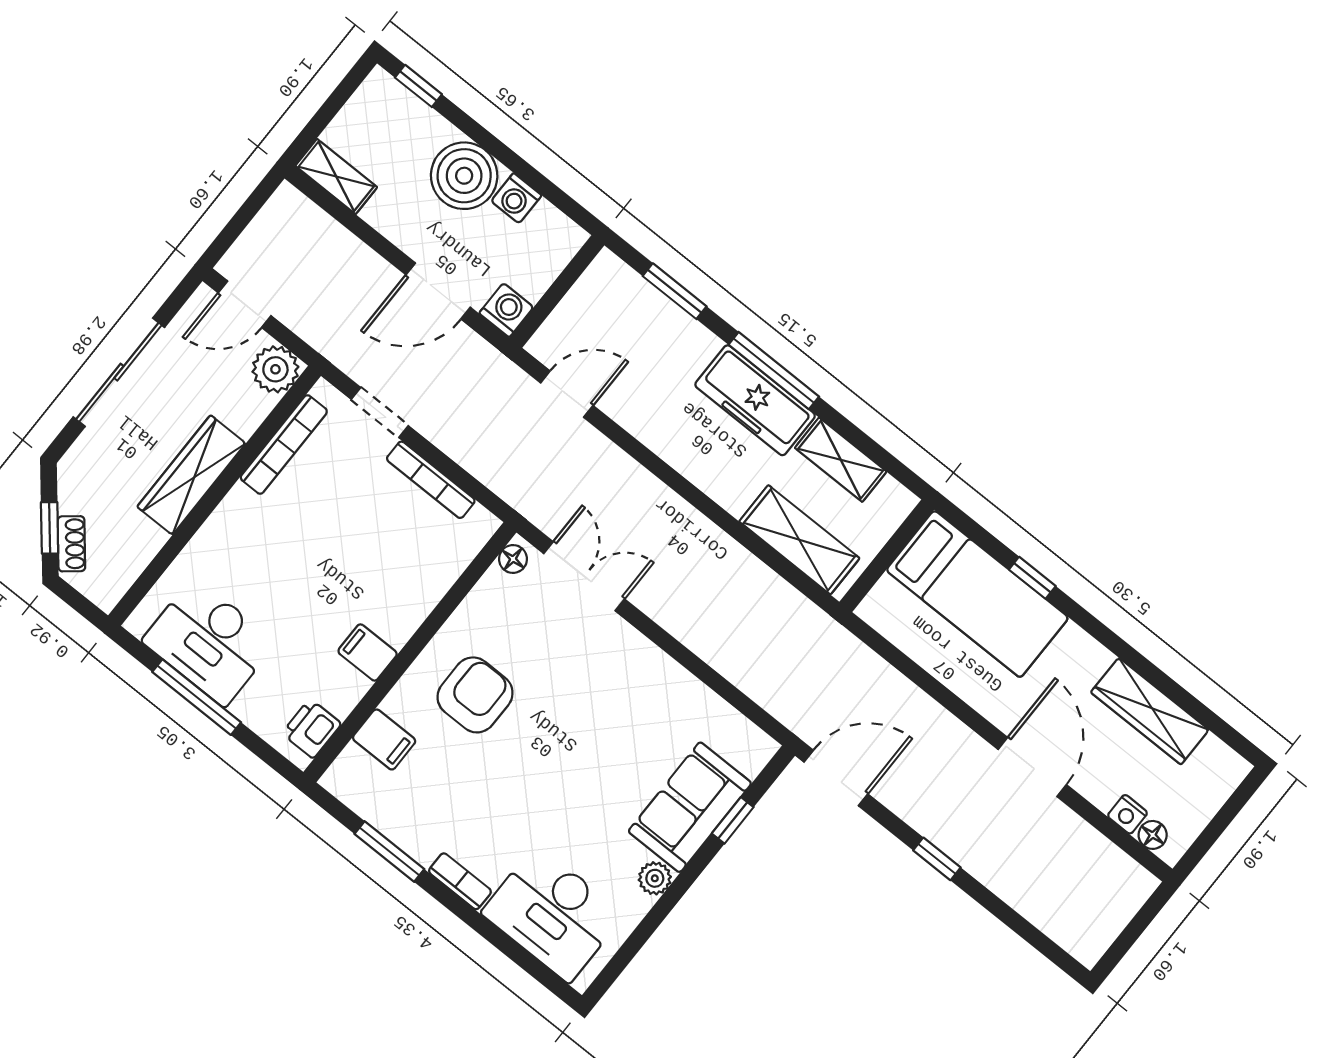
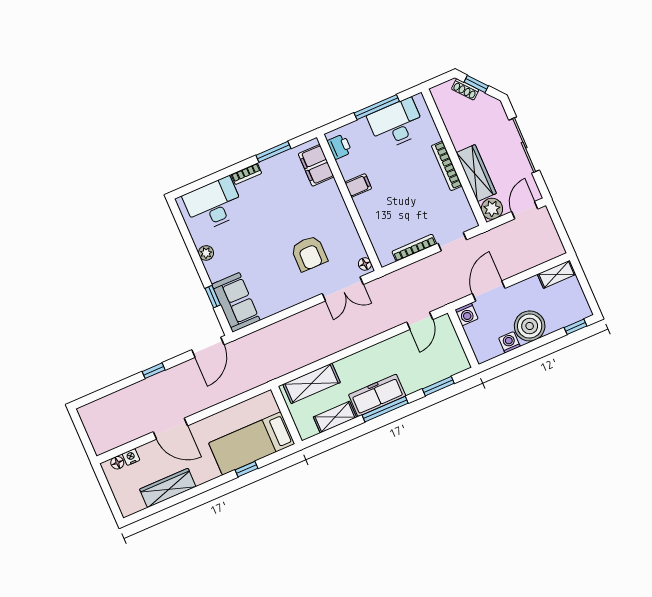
bookcase: (284, 445) -> (447, 166), moved
wardrobe: (191, 475) -> (476, 173), moved
armchair: (475, 695) -> (309, 253), moved
filing cabinet: (384, 739) -> (316, 165), width x2.00
sofa: (690, 807) -> (236, 302), moved

